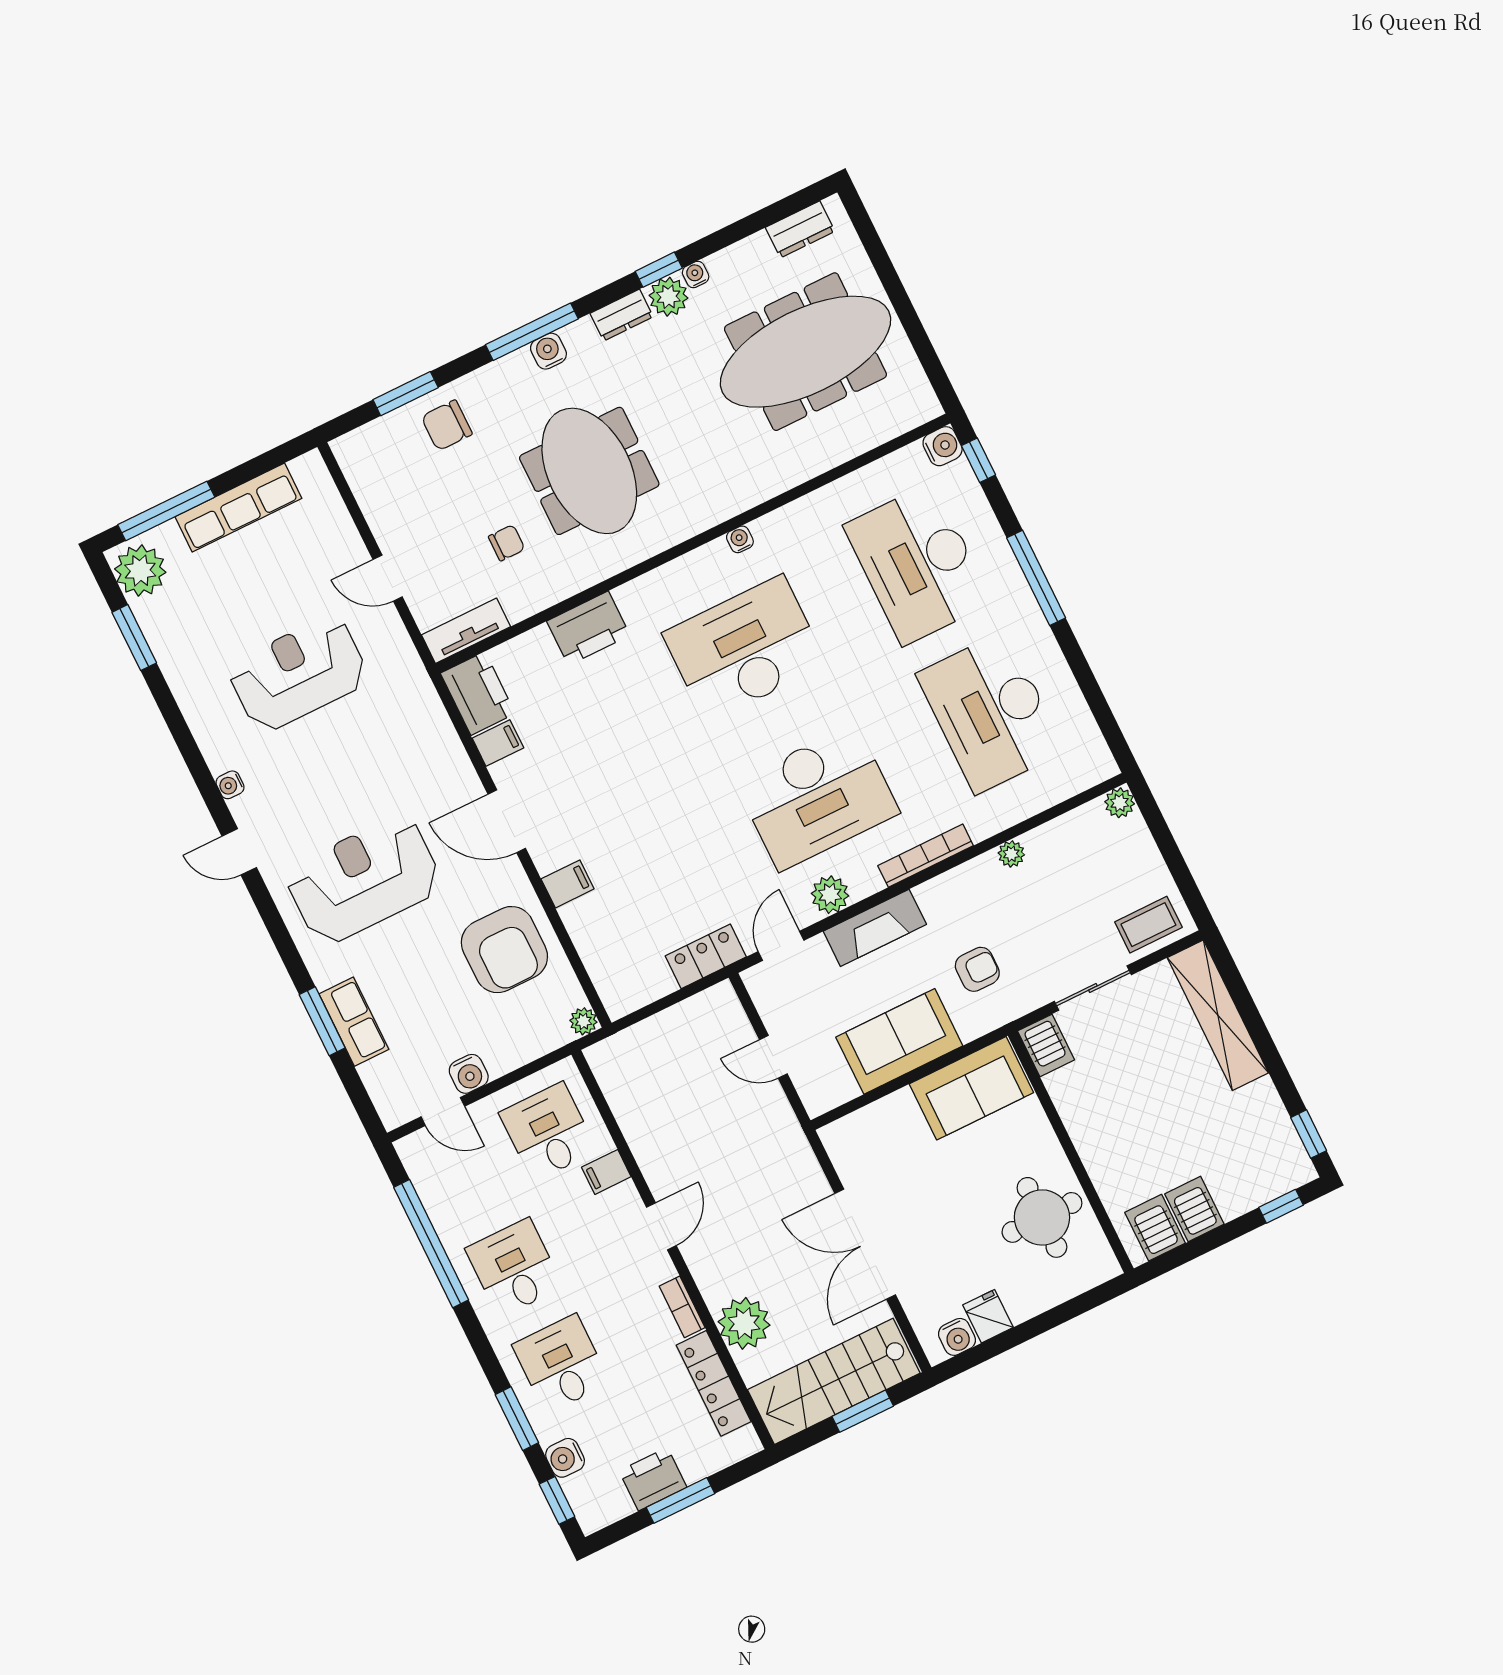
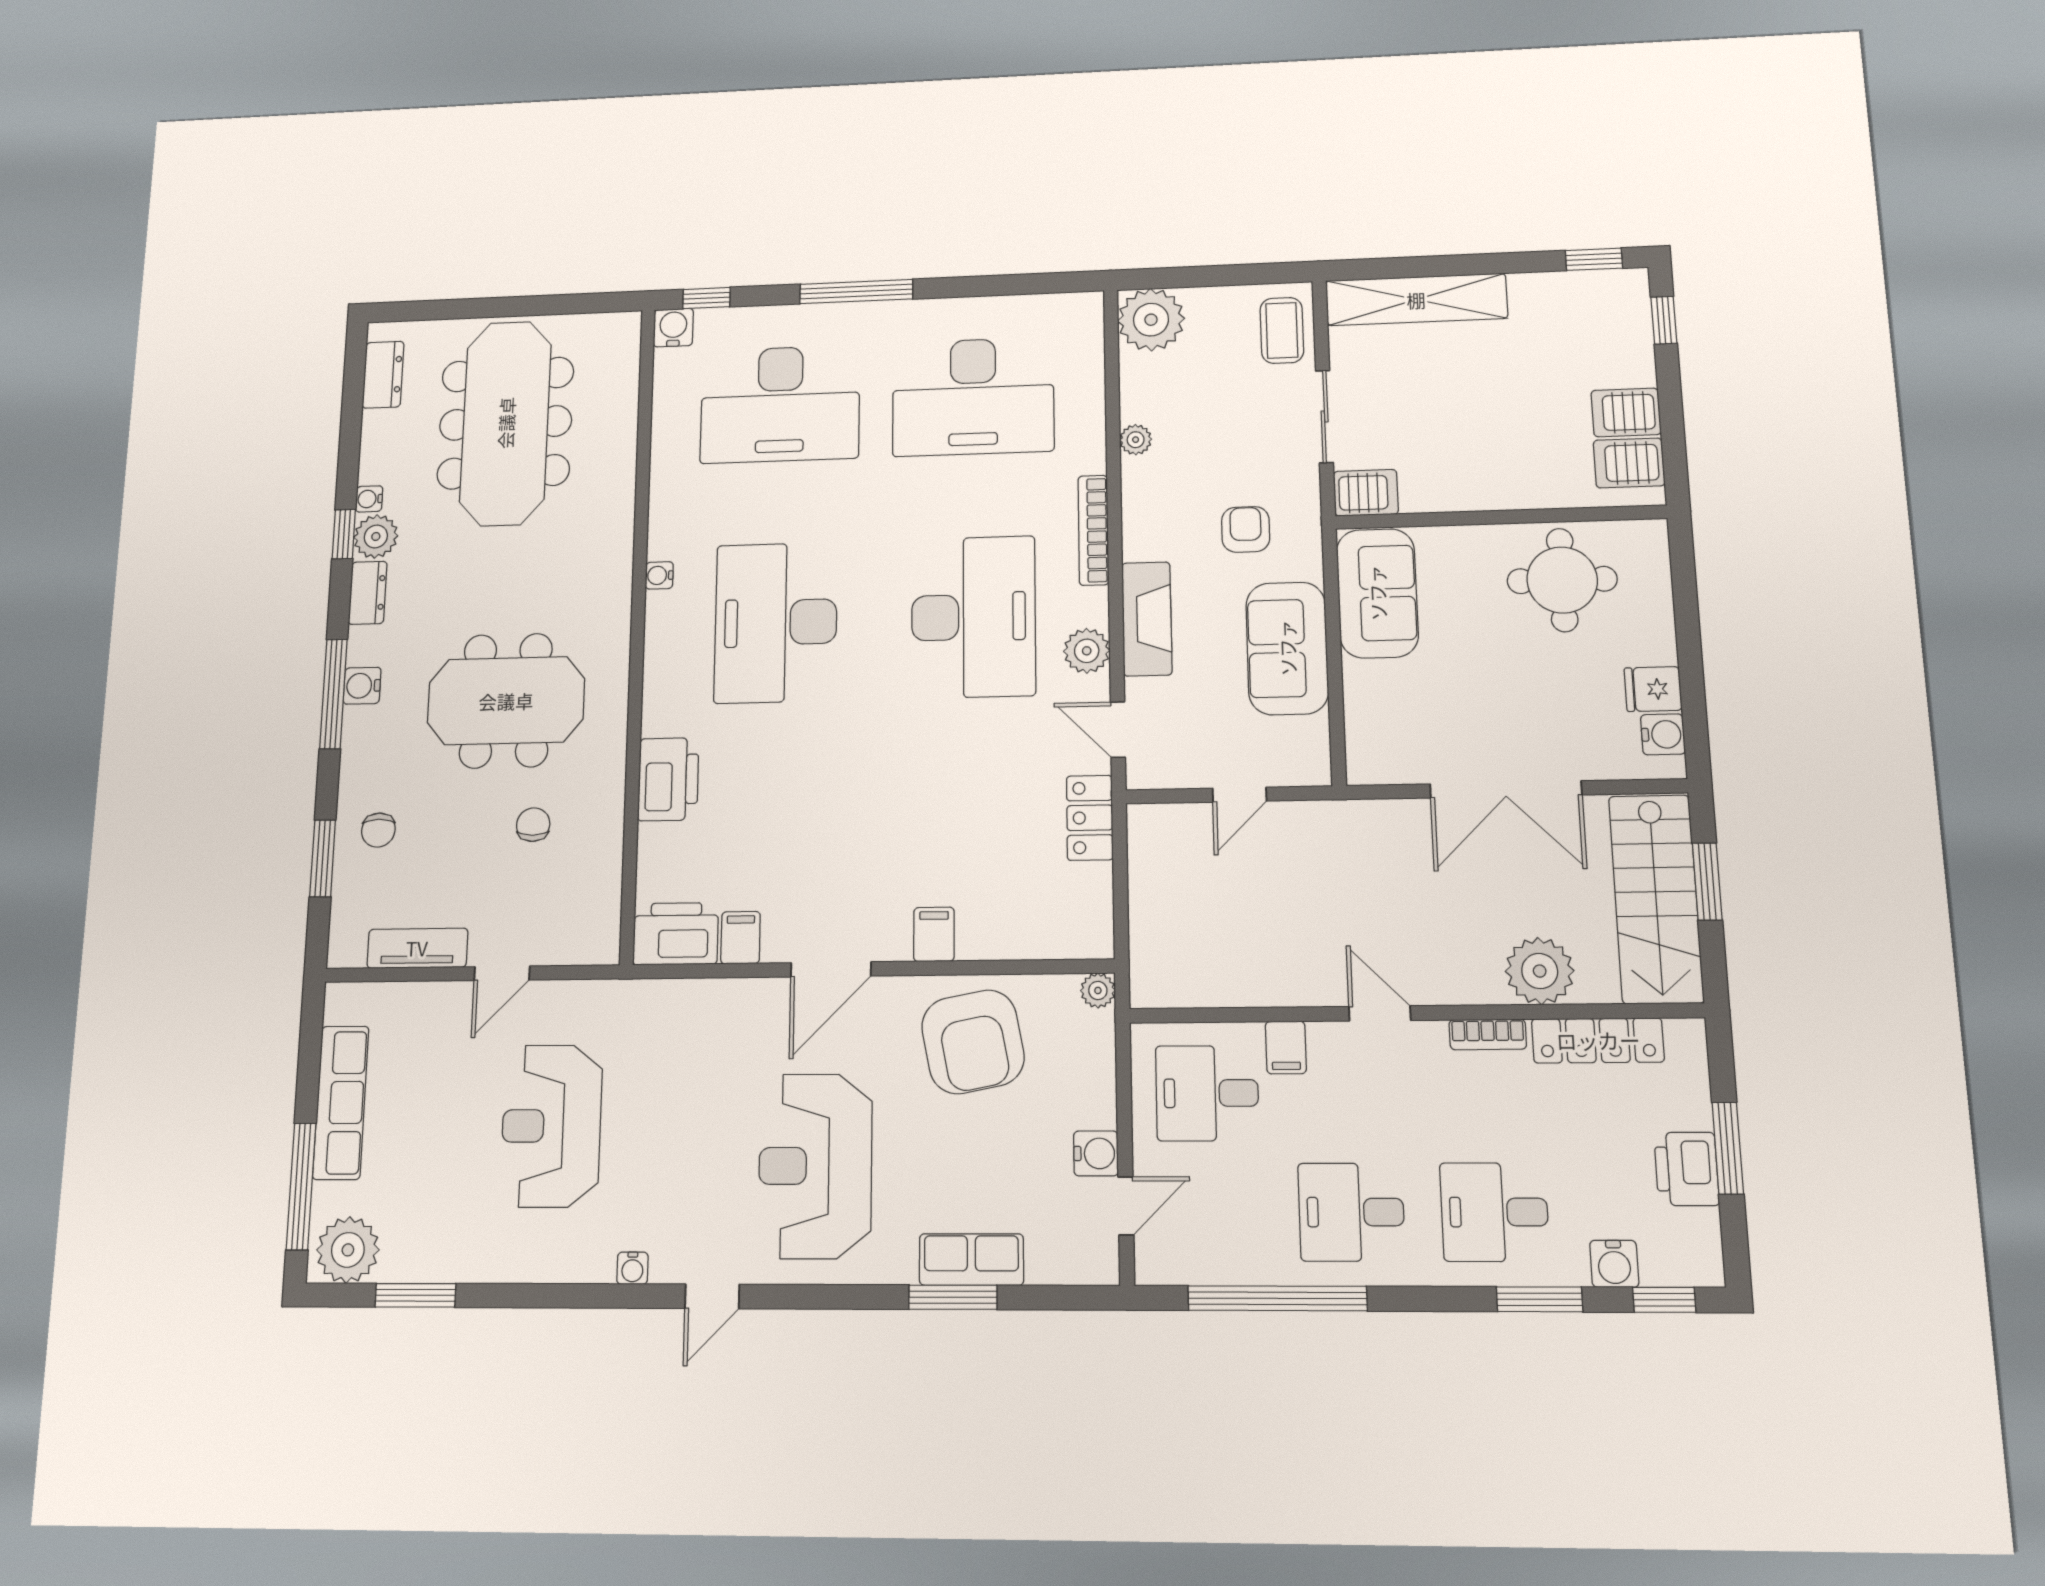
chair: (447, 425) -> (378, 830), width x0.73, depth x0.73
tv unit: (466, 631) -> (417, 948), moved, turned 90
plant: (1120, 803) -> (1151, 320), width x1.87, depth x1.87
armchair: (504, 950) -> (973, 1042), turned 79

